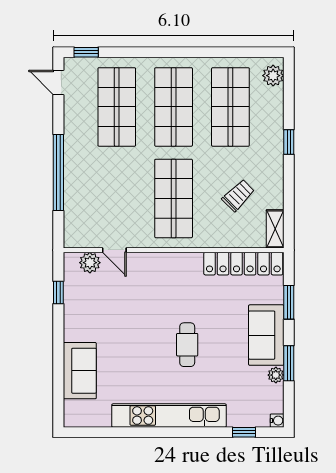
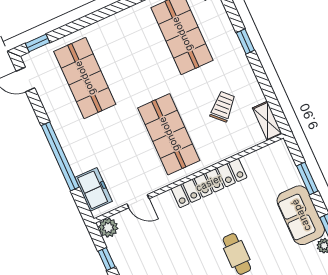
shop shelf: (174, 107) -> (133, 56), removed
freezer: (76, 219) -> (94, 189), added
plant: (90, 263) -> (108, 228), moved
locker: (243, 264) -> (209, 183), moved

